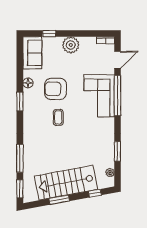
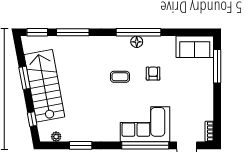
window: (49, 34) -> (217, 66), width x2.17
plant: (71, 45) -> (204, 91), removed
floor lamp: (28, 83) -> (137, 42), moved
armchair: (56, 89) -> (153, 74), width x0.53, depth x0.53
window: (20, 101) -> (138, 32), width x2.11

